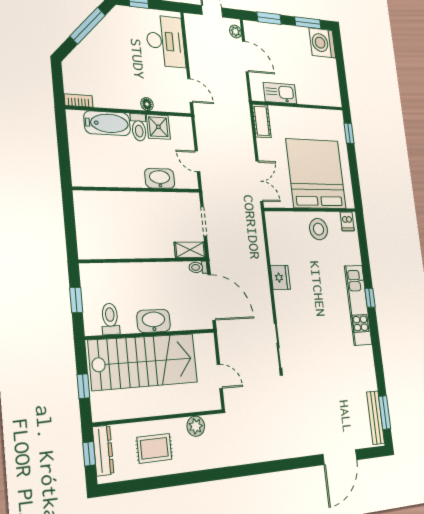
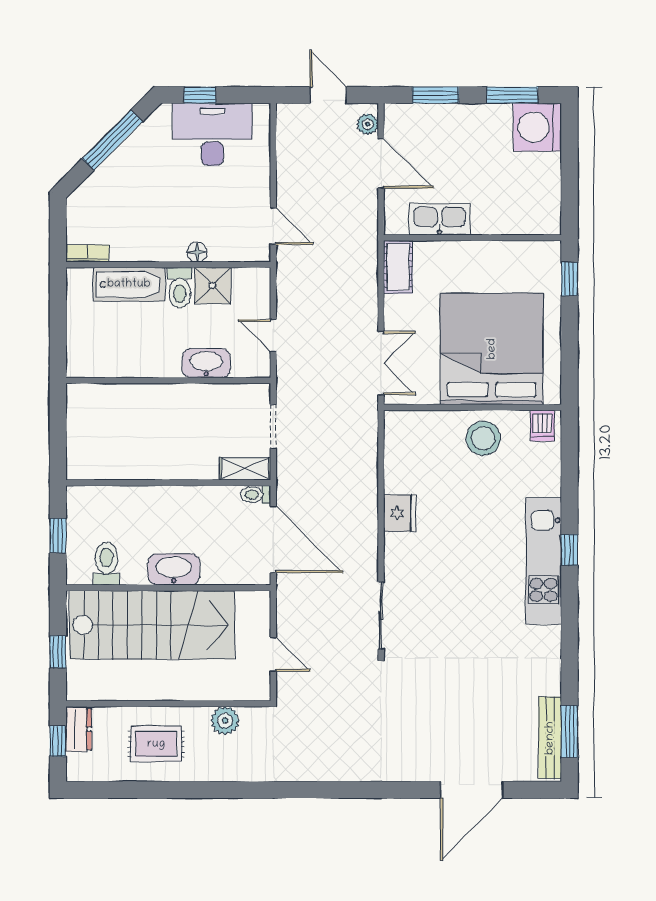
desk: (166, 41) -> (212, 134), moved, turned -90
dresser: (103, 450) -> (79, 729), width x0.70

